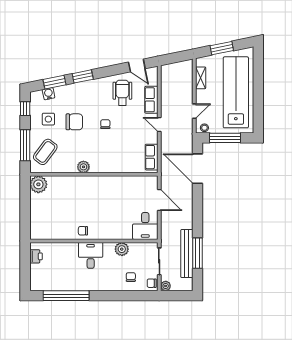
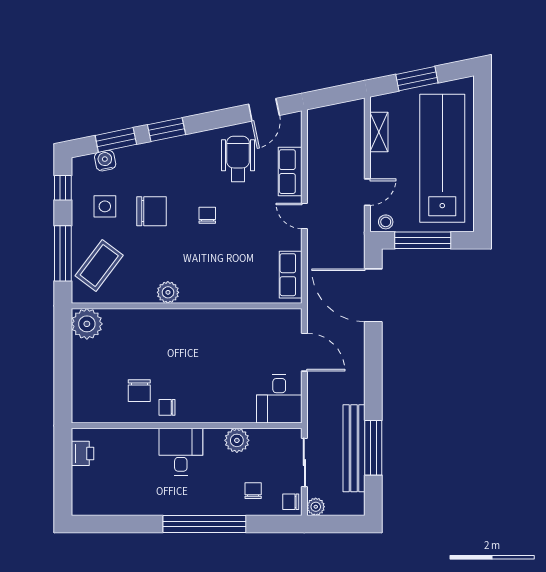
door: (137, 65) -> (264, 110), hinge flipped
chair: (67, 221) -> (139, 391), added
window: (66, 296) -> (204, 524), moved

